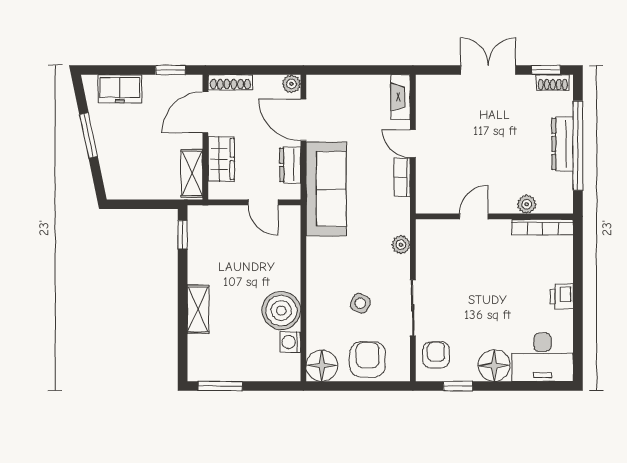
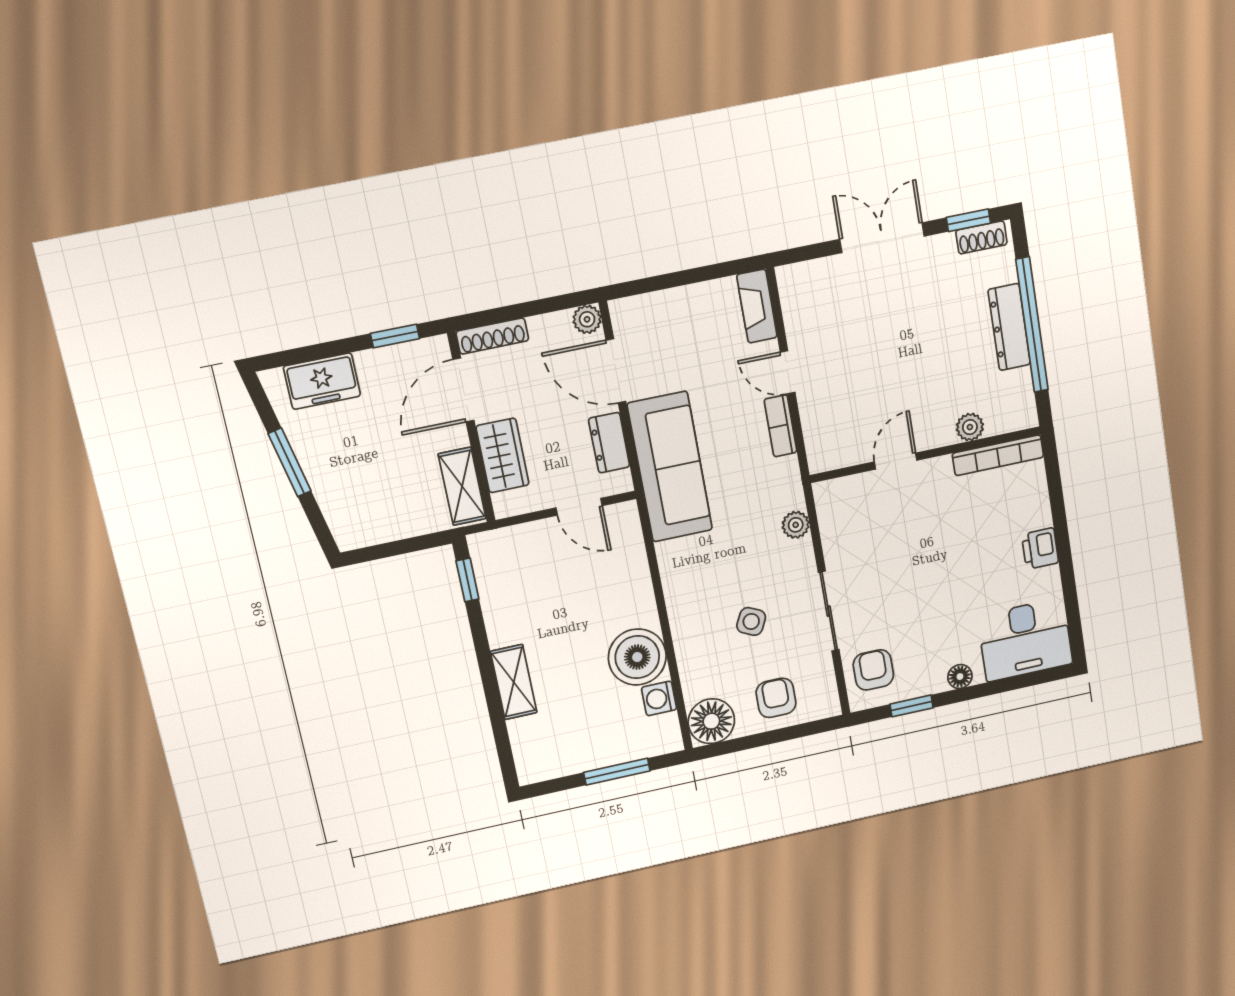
armchair: (368, 359) -> (776, 698), width x0.72, depth x0.72
floor lamp: (494, 366) -> (960, 677), width x0.53, depth x0.53
window: (220, 386) -> (617, 772), moved

